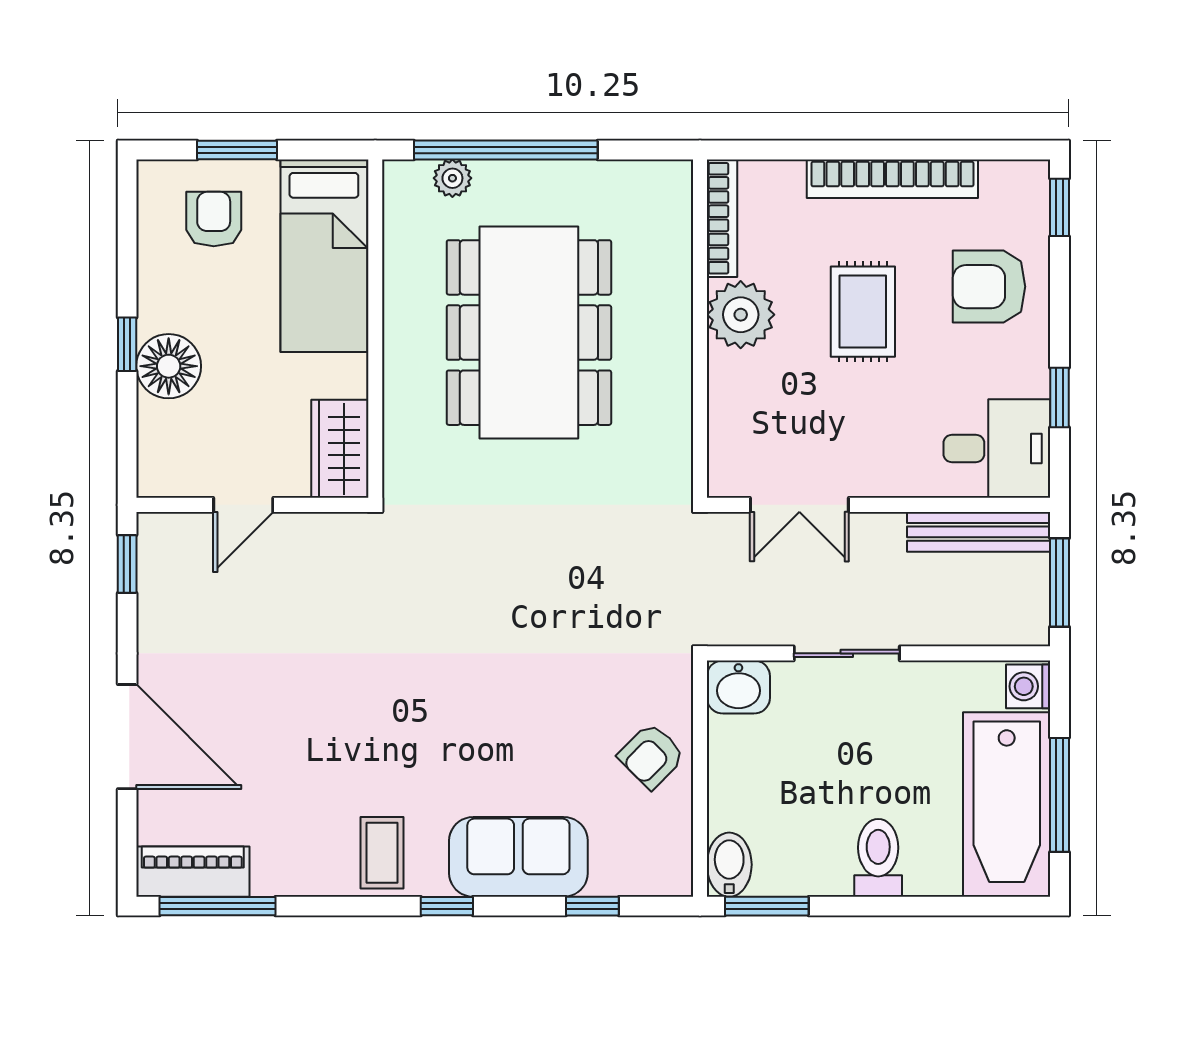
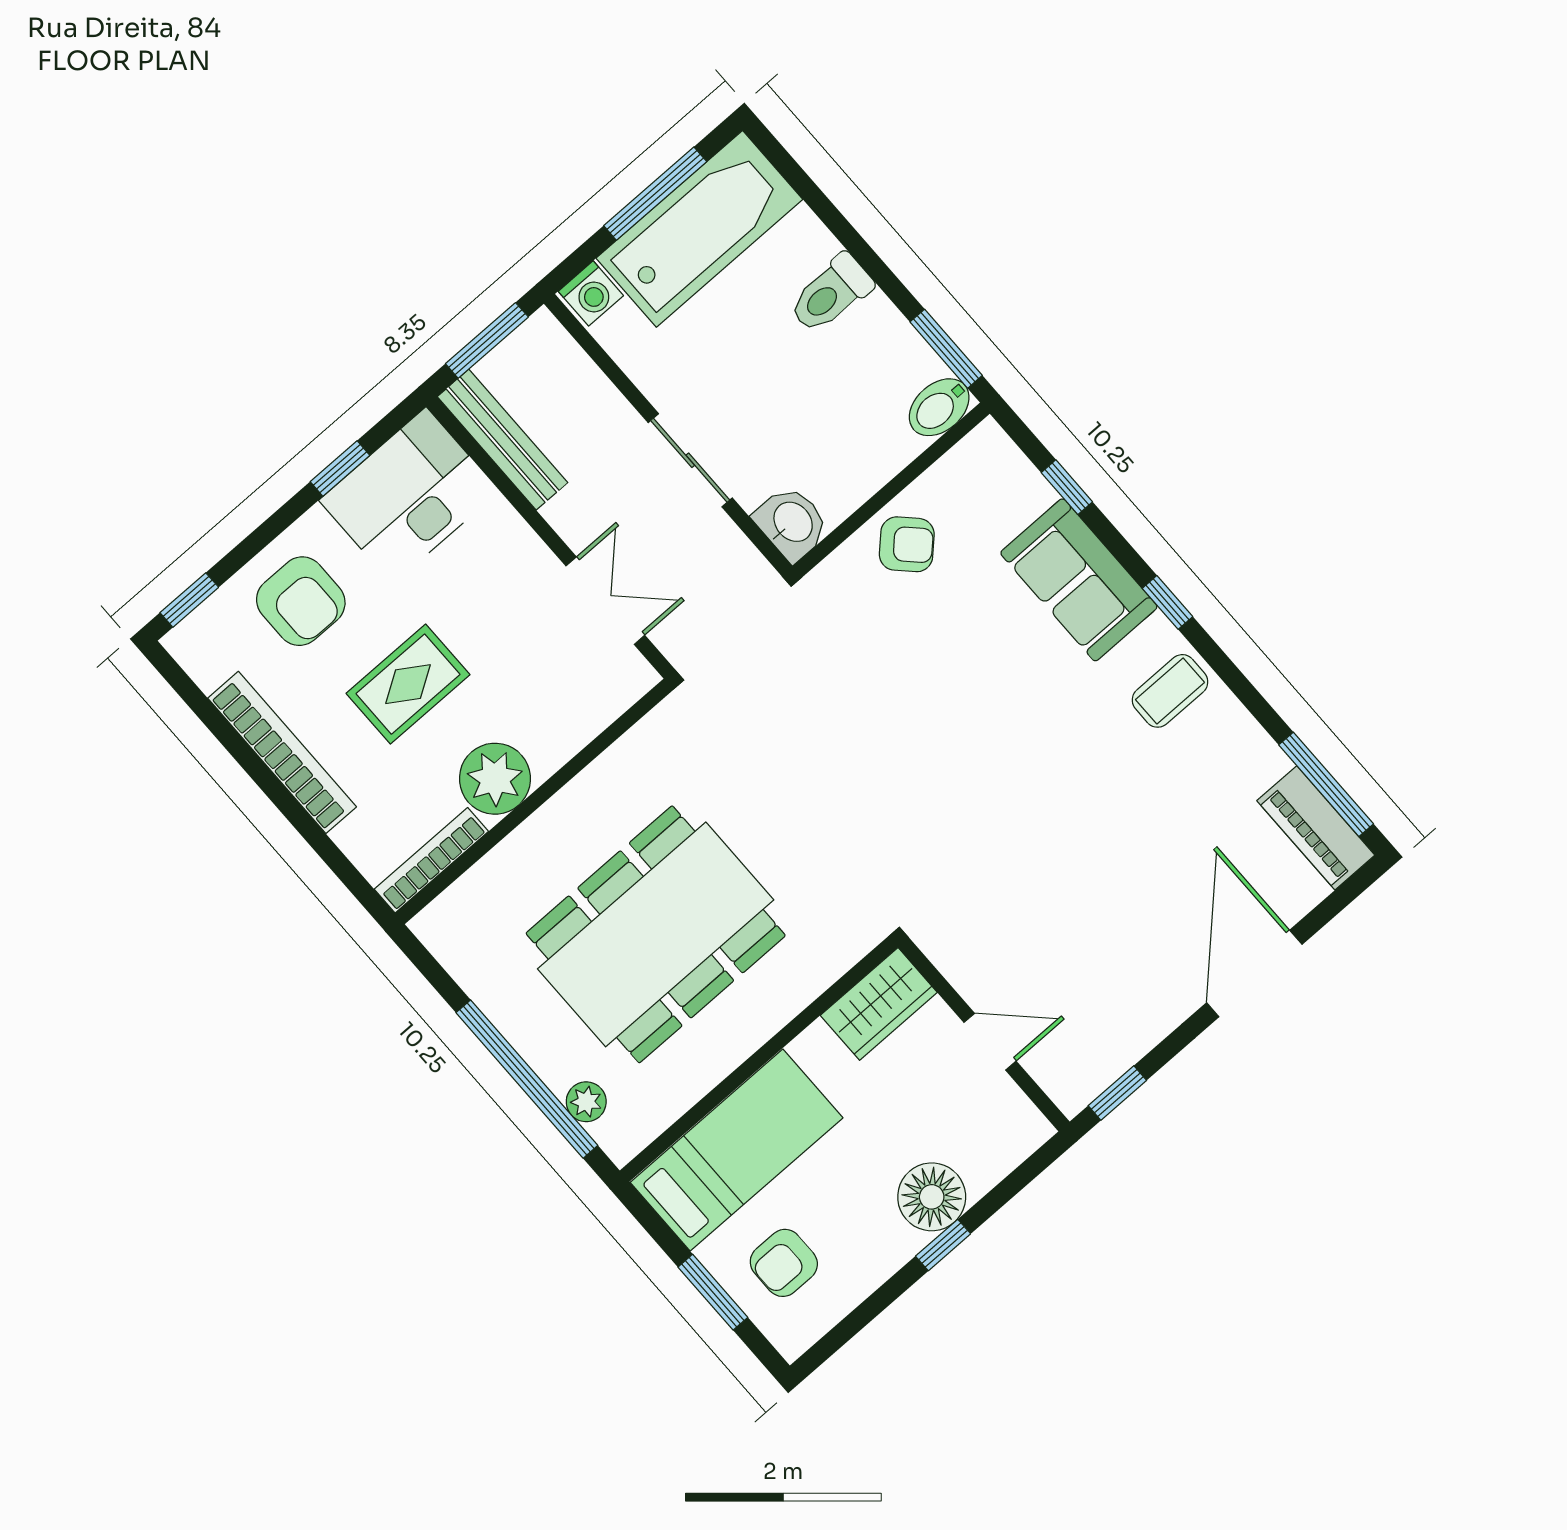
desk: (997, 448) -> (409, 496), width x1.37

